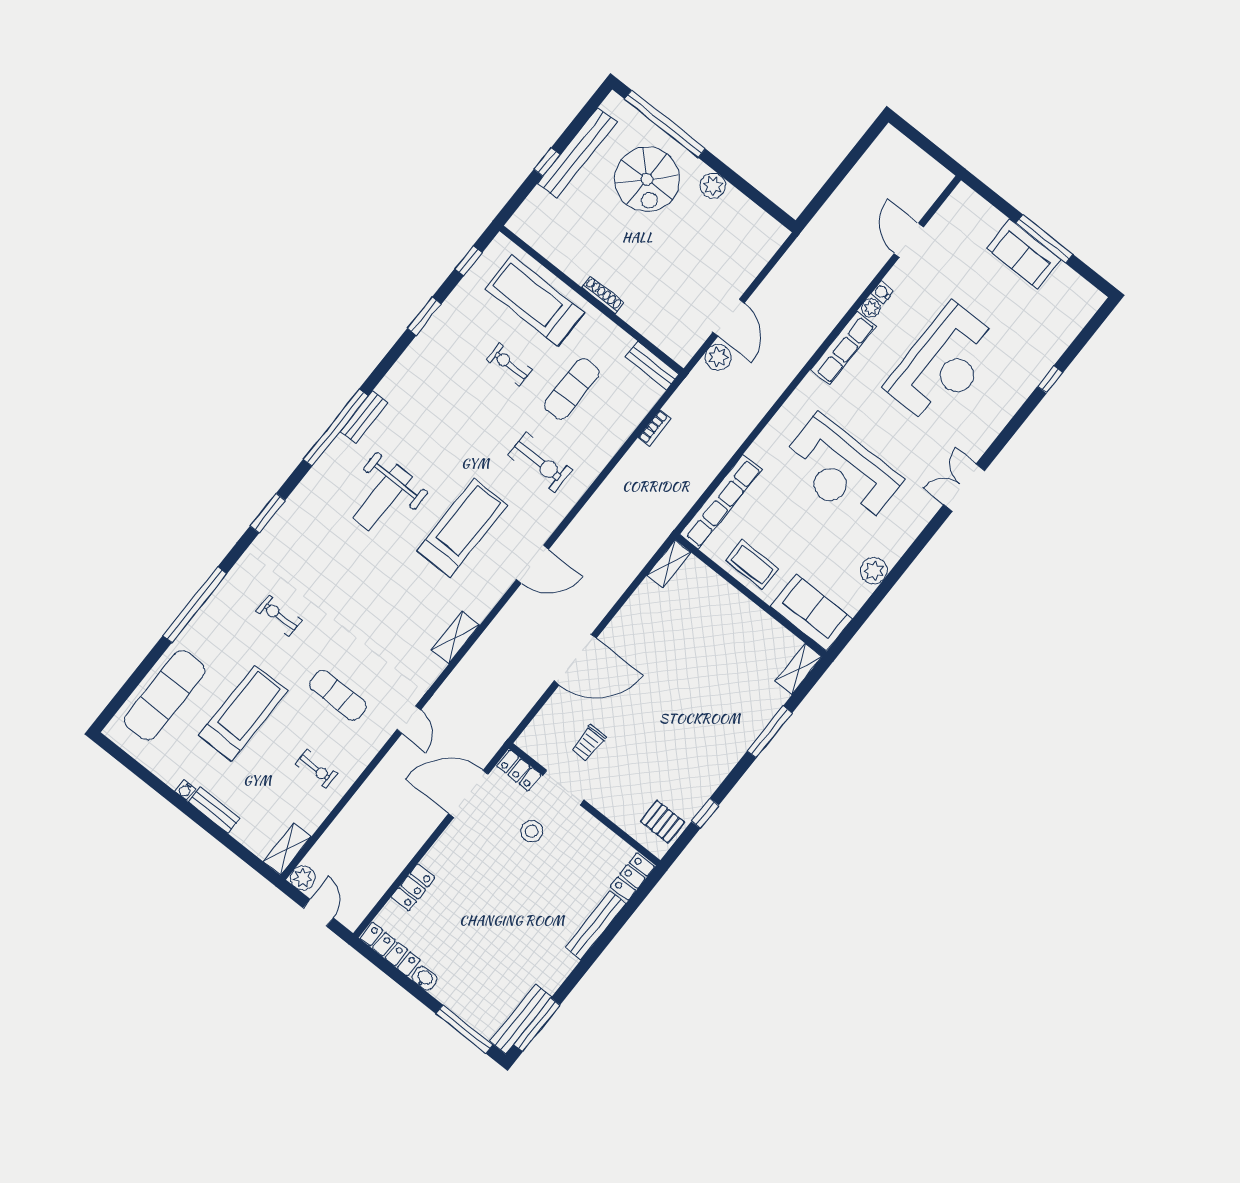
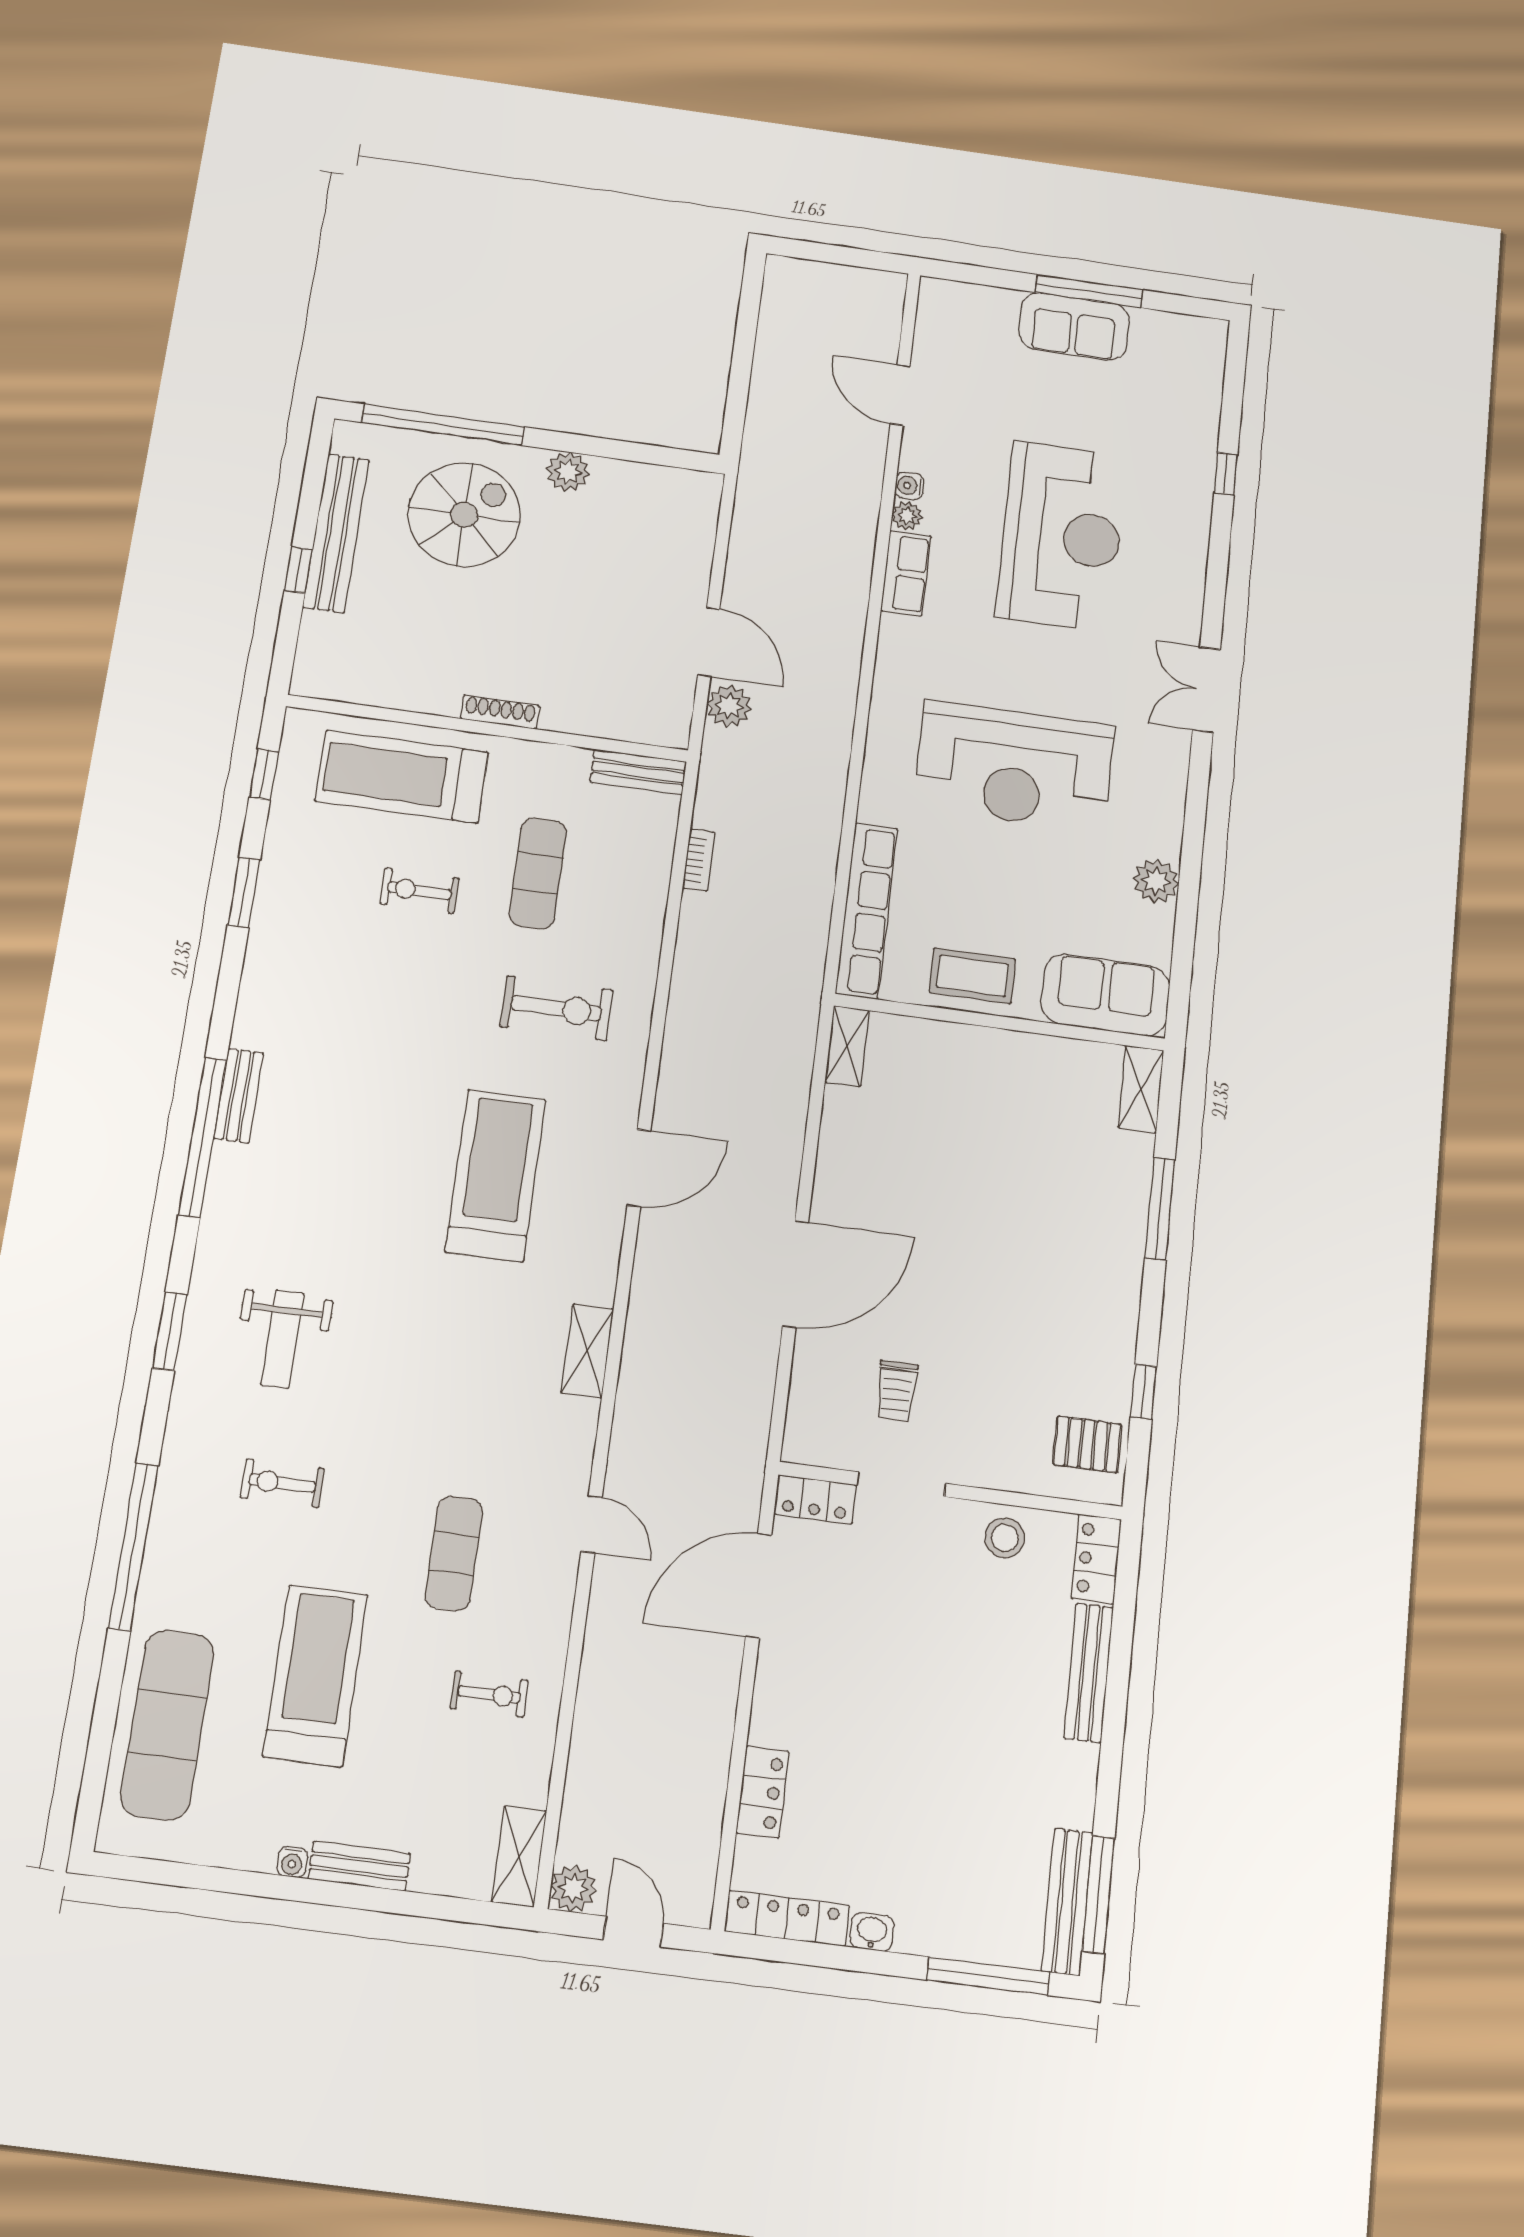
spiral stairs: (647, 179) -> (464, 515), turned -90
row of seats: (843, 348) -> (906, 573), width x0.68
weight bench: (383, 498) -> (282, 1339), moved, width x0.73, depth x0.75
exercise mat: (338, 695) -> (454, 1553), turned 90
stool: (532, 831) -> (1005, 1538), moved

